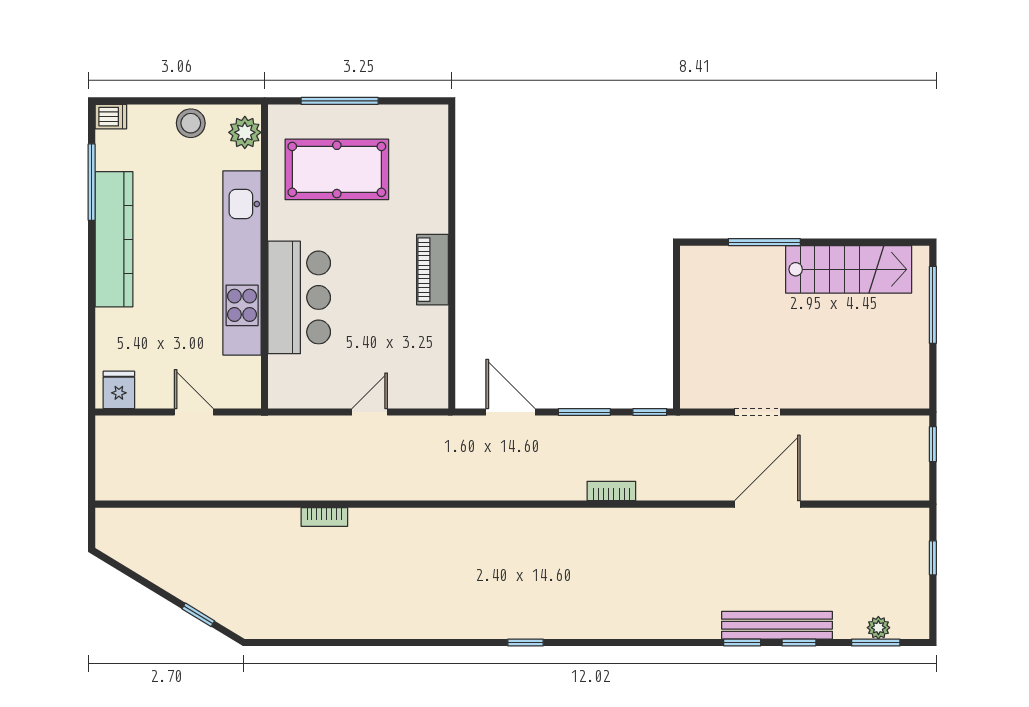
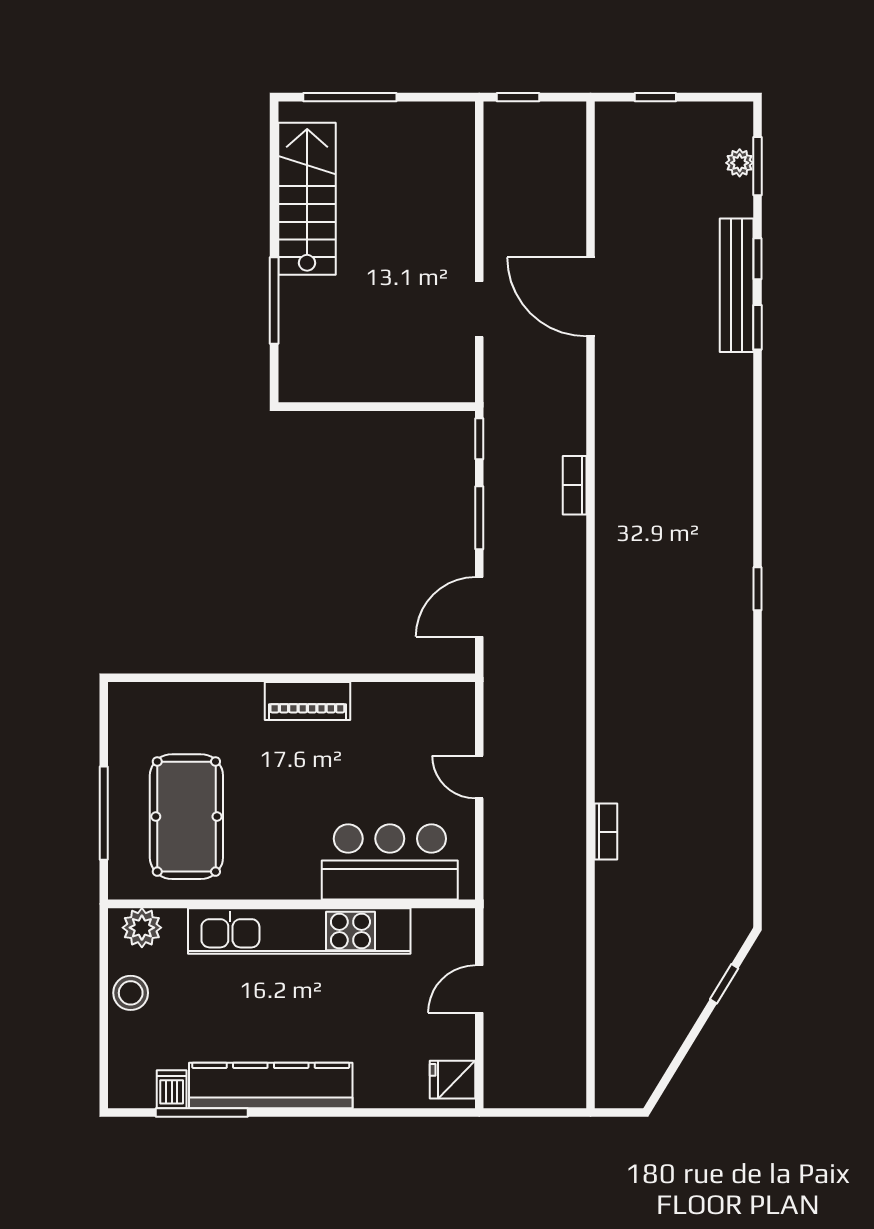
dishwasher: (111, 117) -> (172, 1089), moved
bar counter: (299, 297) -> (390, 862), moved

